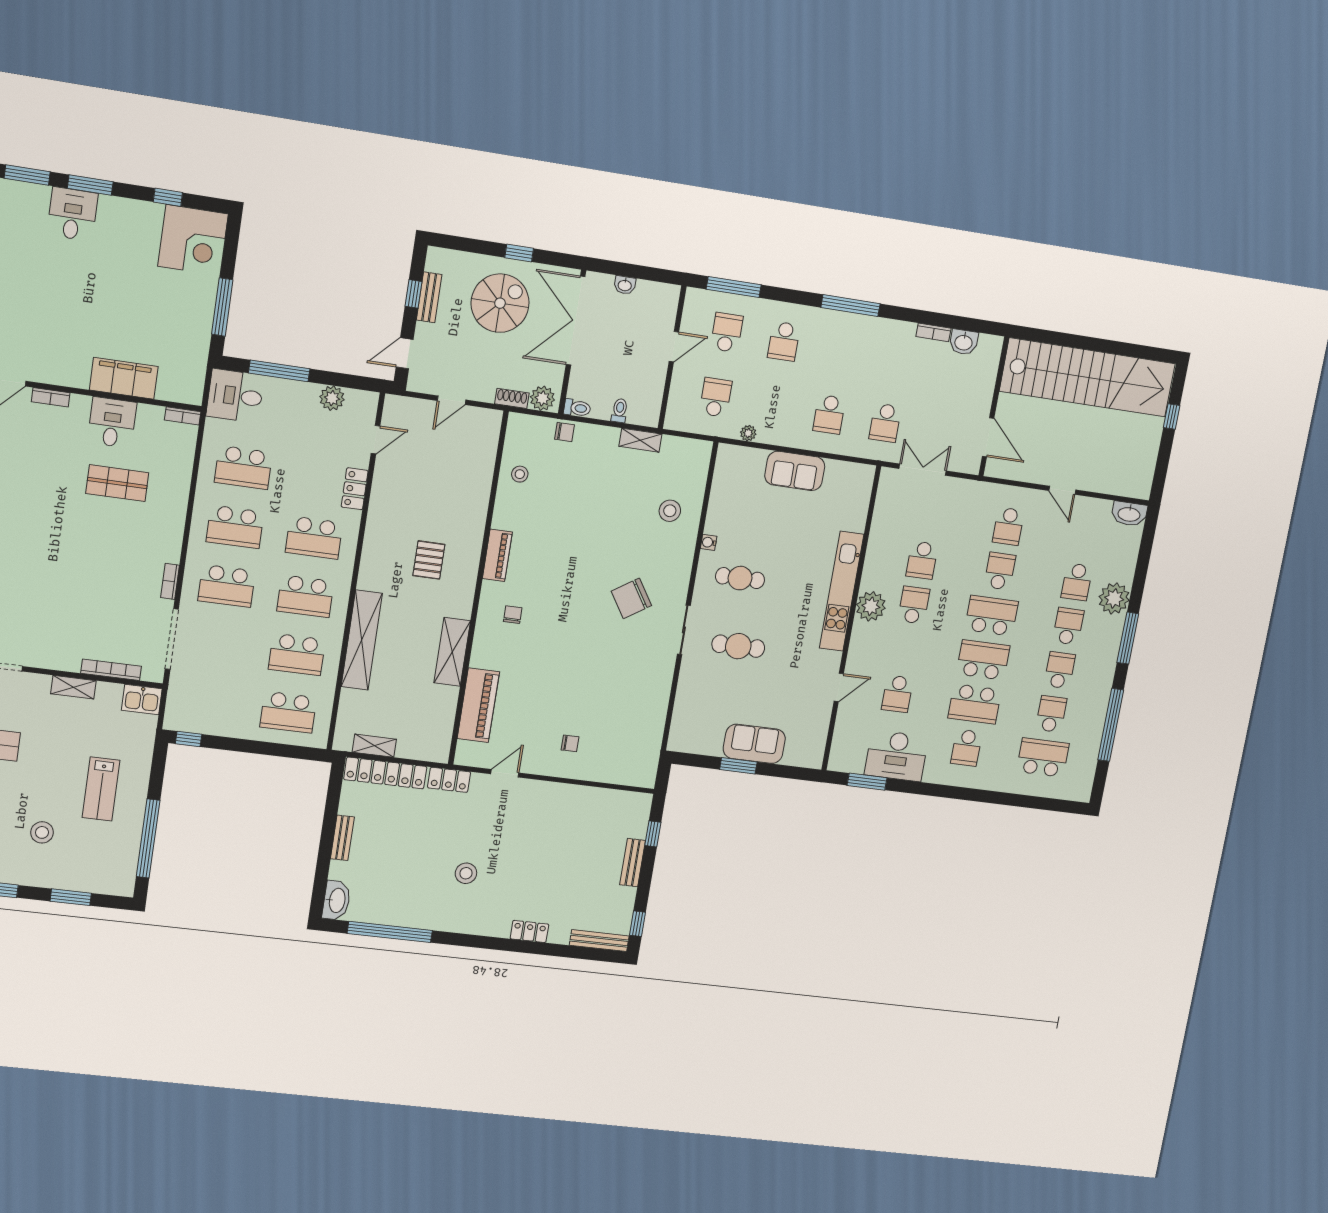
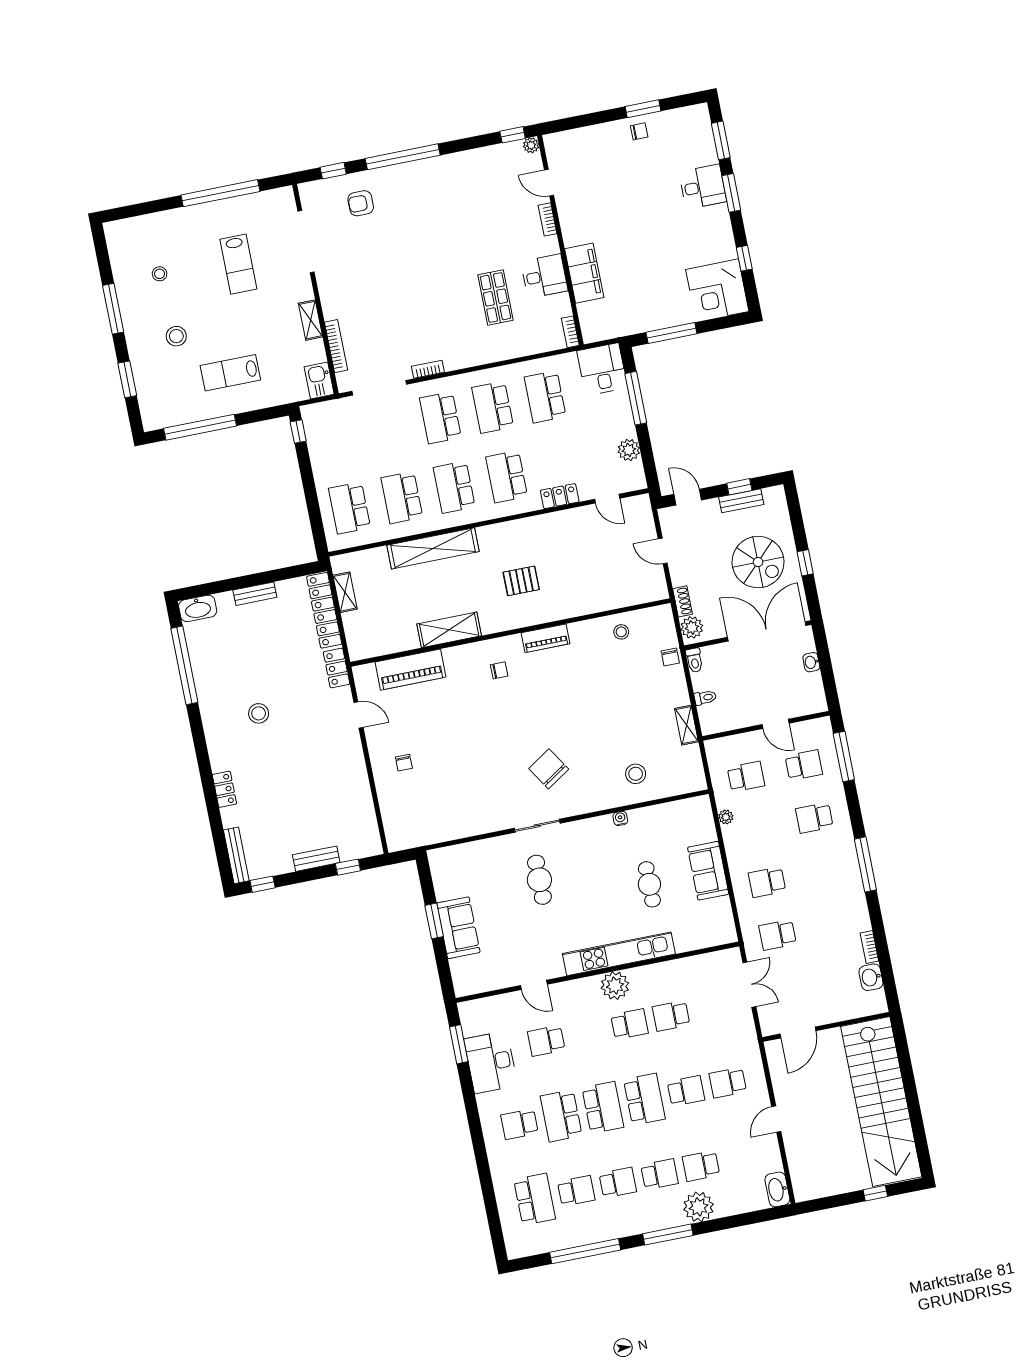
cafe table: (740, 578) -> (649, 884), moved

